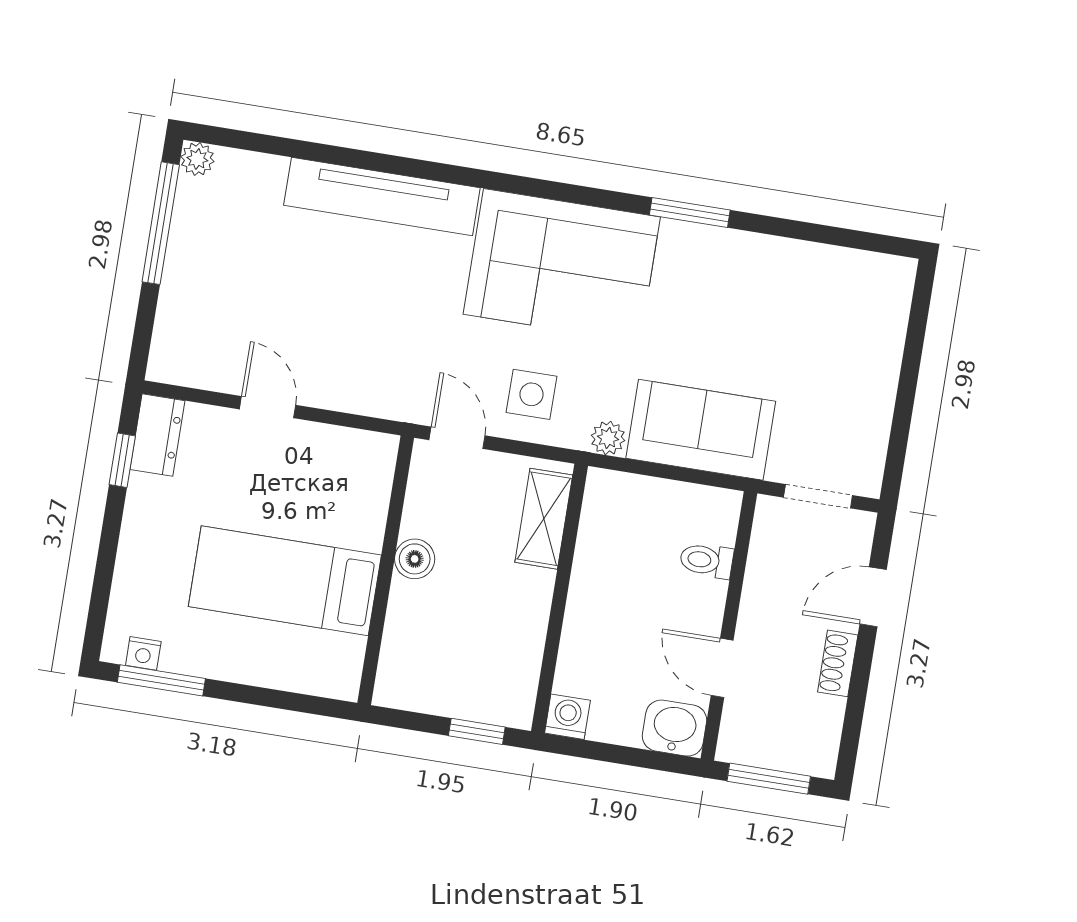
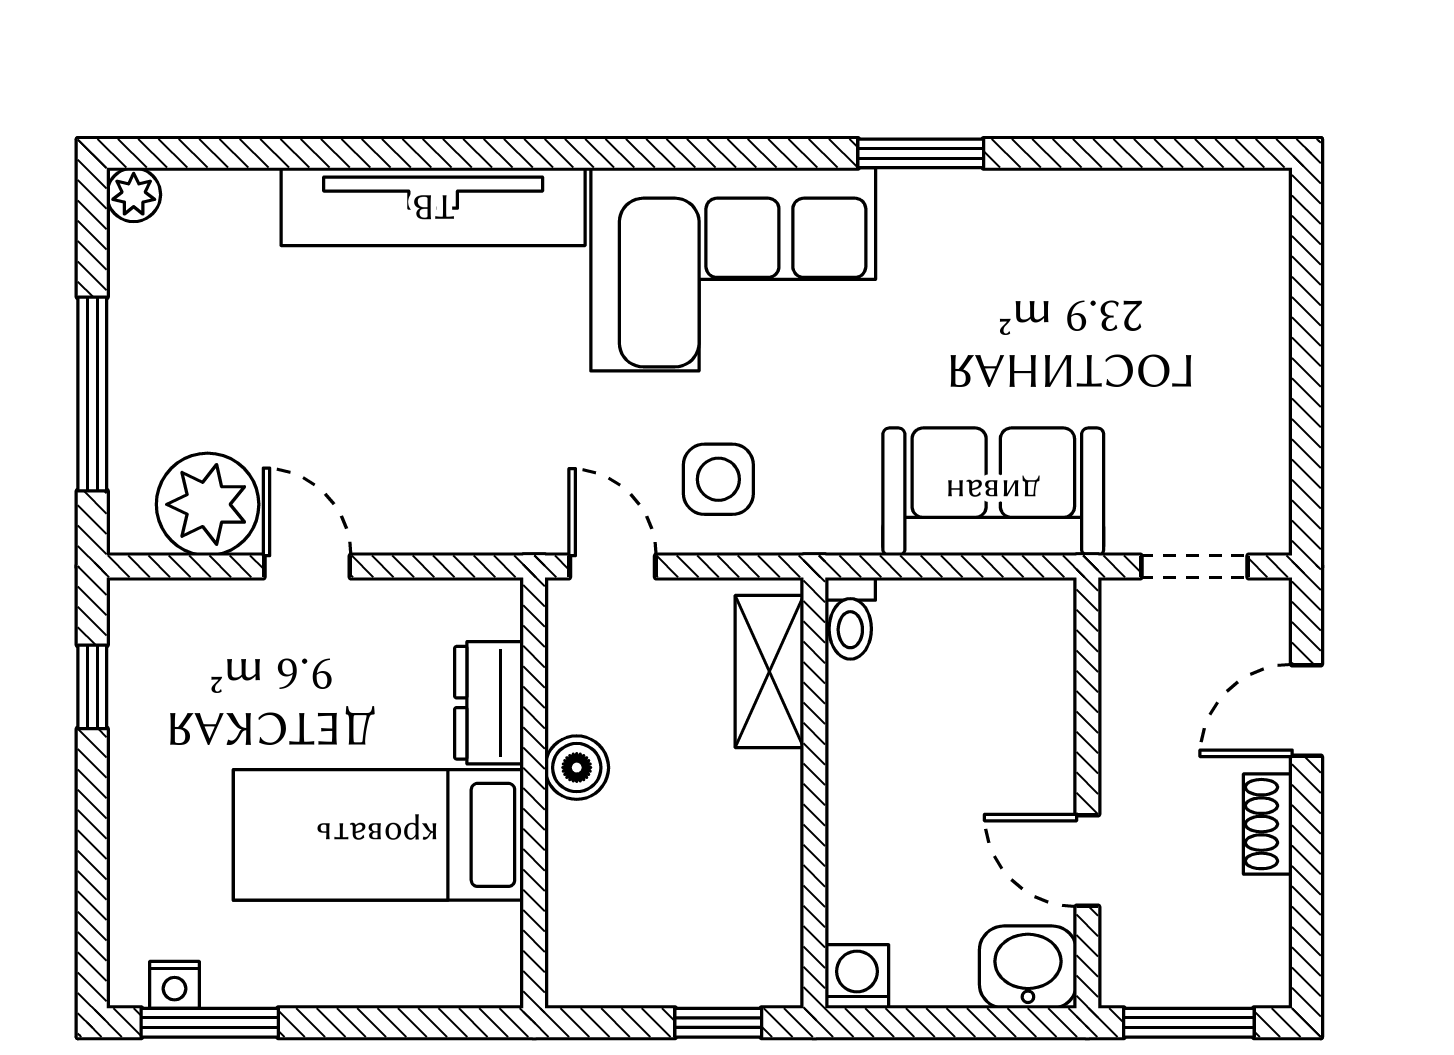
window: (161, 223) -> (92, 394), moved
dresser: (157, 435) -> (489, 703), moved, turned 180
plant: (608, 438) -> (208, 504), moved, width x1.88, depth x1.88
toilet: (707, 560) -> (850, 618), moved, turned -90

